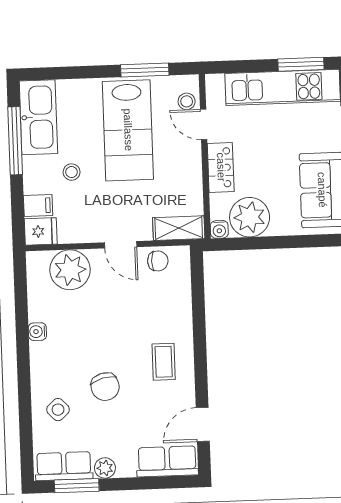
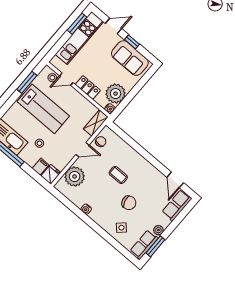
coffee table: (164, 362) -> (118, 175), moved

